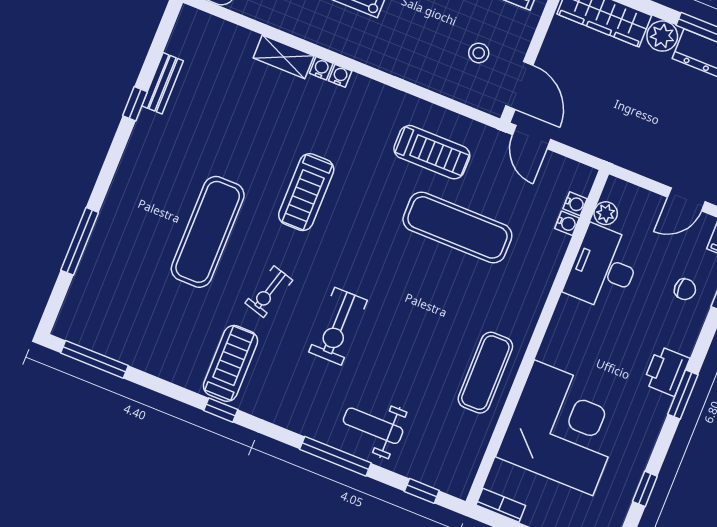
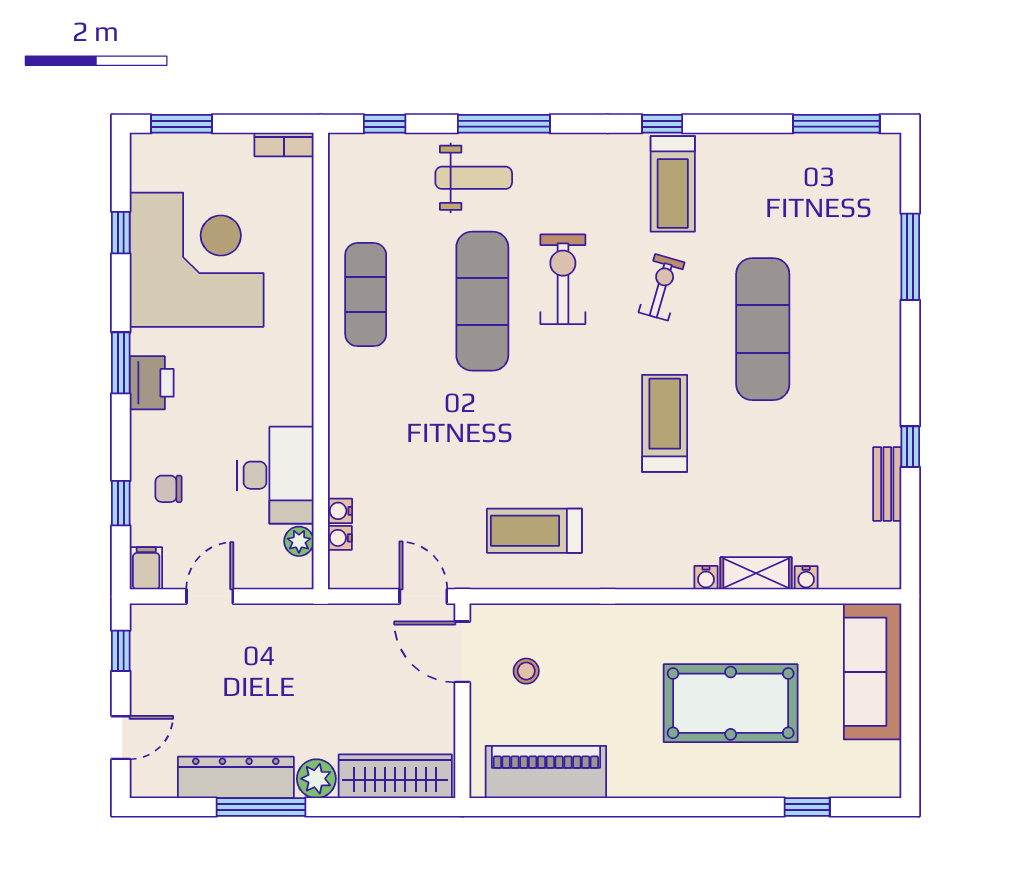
water cooler: (340, 76) -> (806, 578), moved
exercise mat: (457, 227) -> (482, 301), moved, turned 90
corner desk: (564, 428) -> (197, 260), moved, turned 180

